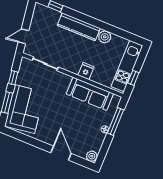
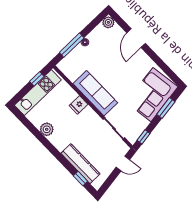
kitchen counter: (79, 27) -> (80, 164), moved
window: (13, 78) -> (143, 137), moved
sofa: (90, 94) -> (95, 93), moved

